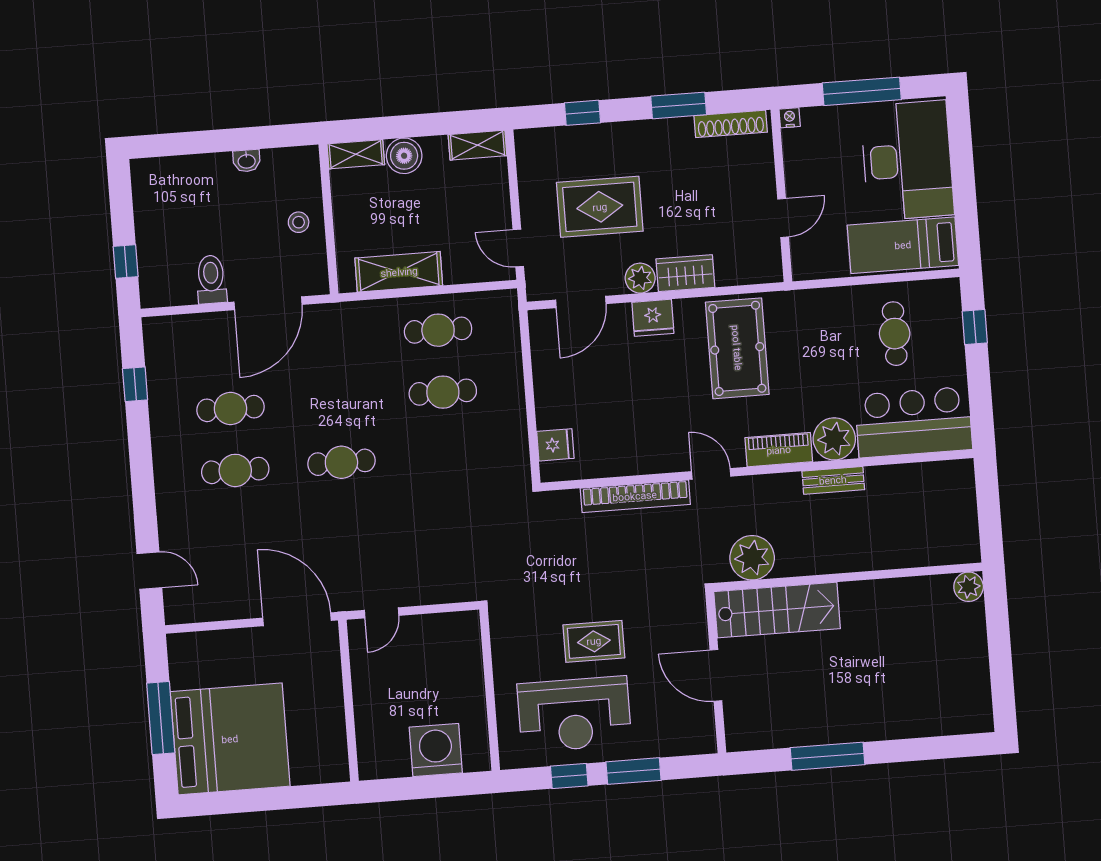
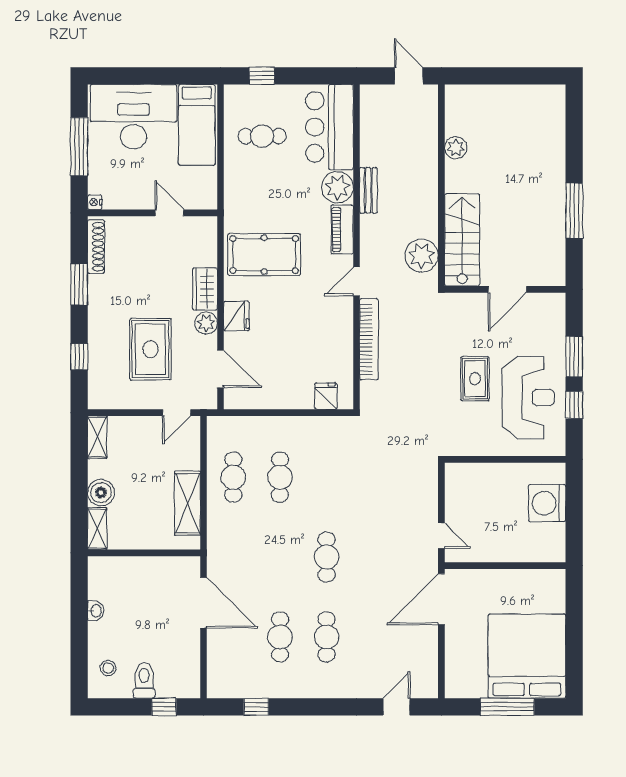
stool: (299, 222) -> (108, 668), moved
toilet: (211, 279) -> (144, 680), moved, turned 90
door: (990, 522) -> (409, 76), added
plant: (969, 587) -> (456, 148), moved

